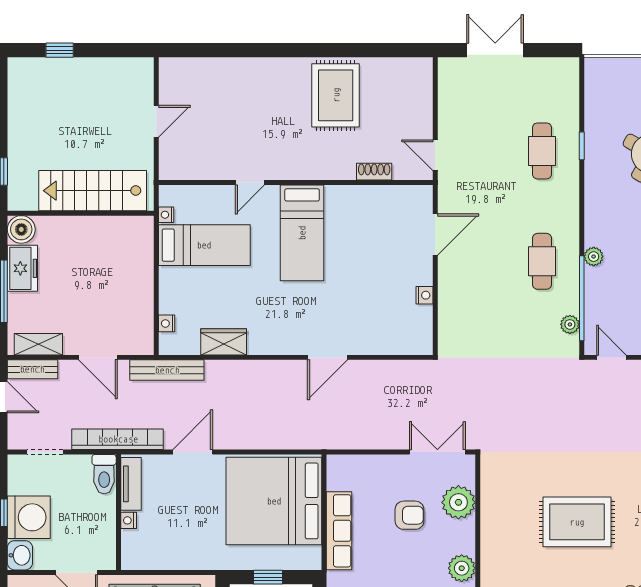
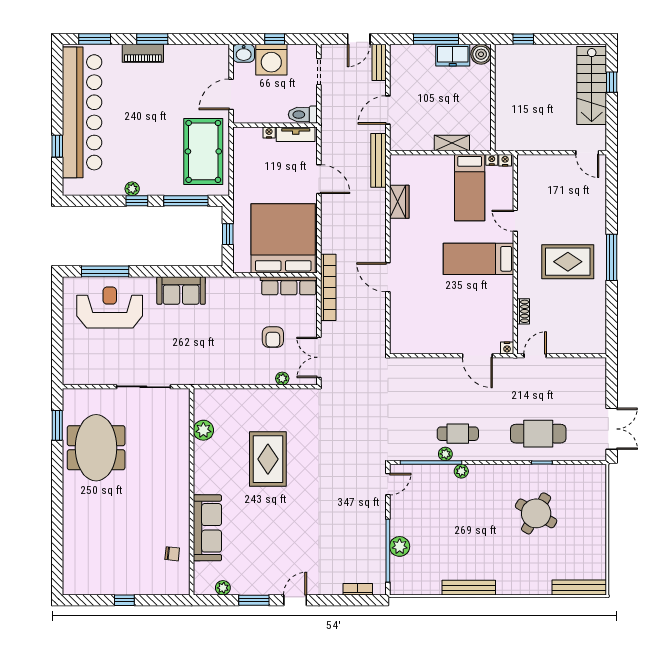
window: (300, 50) -> (612, 257), added
double door: (495, 50) -> (612, 429), moved
rug: (336, 95) -> (568, 262), moved
door: (156, 121) -> (587, 153), moved
cafe table: (542, 151) -> (538, 434), width x1.37, depth x1.35
stairs: (93, 191) -> (592, 85), moved, turned 180
nightstand: (424, 295) -> (507, 348), moved
nightstand: (167, 323) -> (505, 160), moved
plant: (570, 324) -> (445, 454), moved
shelving: (38, 344) -> (452, 143), moved, turned 90
bookcase: (118, 439) -> (328, 287), moved
double door: (437, 452) -> (319, 357), swing flipped
plant: (458, 502) -> (282, 378), width x0.53, depth x0.53
row of seats: (339, 531) -> (289, 286), moved
plant: (462, 568) -> (234, 375), removed

